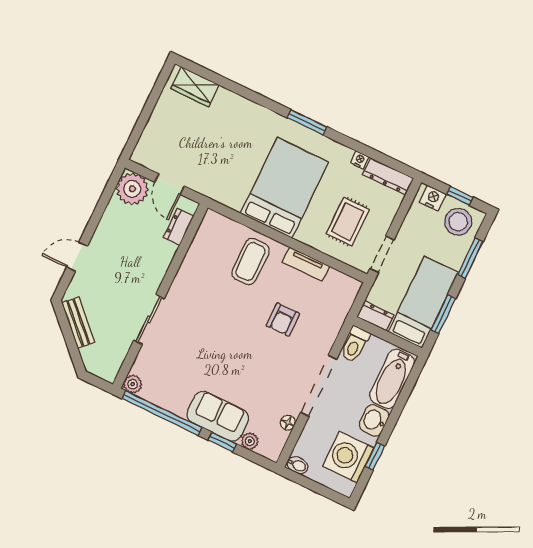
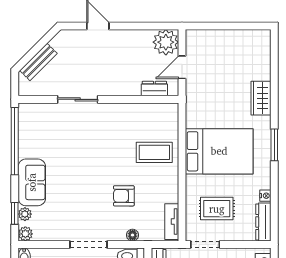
wardrobe: (195, 87) -> (261, 98), moved
tv unit: (306, 264) -> (172, 222), moved
bench: (78, 323) -> (38, 62), moved
plant: (133, 384) -> (25, 234), moved
doorway: (319, 386) -> (89, 244), width x0.73
floor lamp: (288, 423) -> (133, 235), moved
window: (222, 442) -> (15, 213), moved

